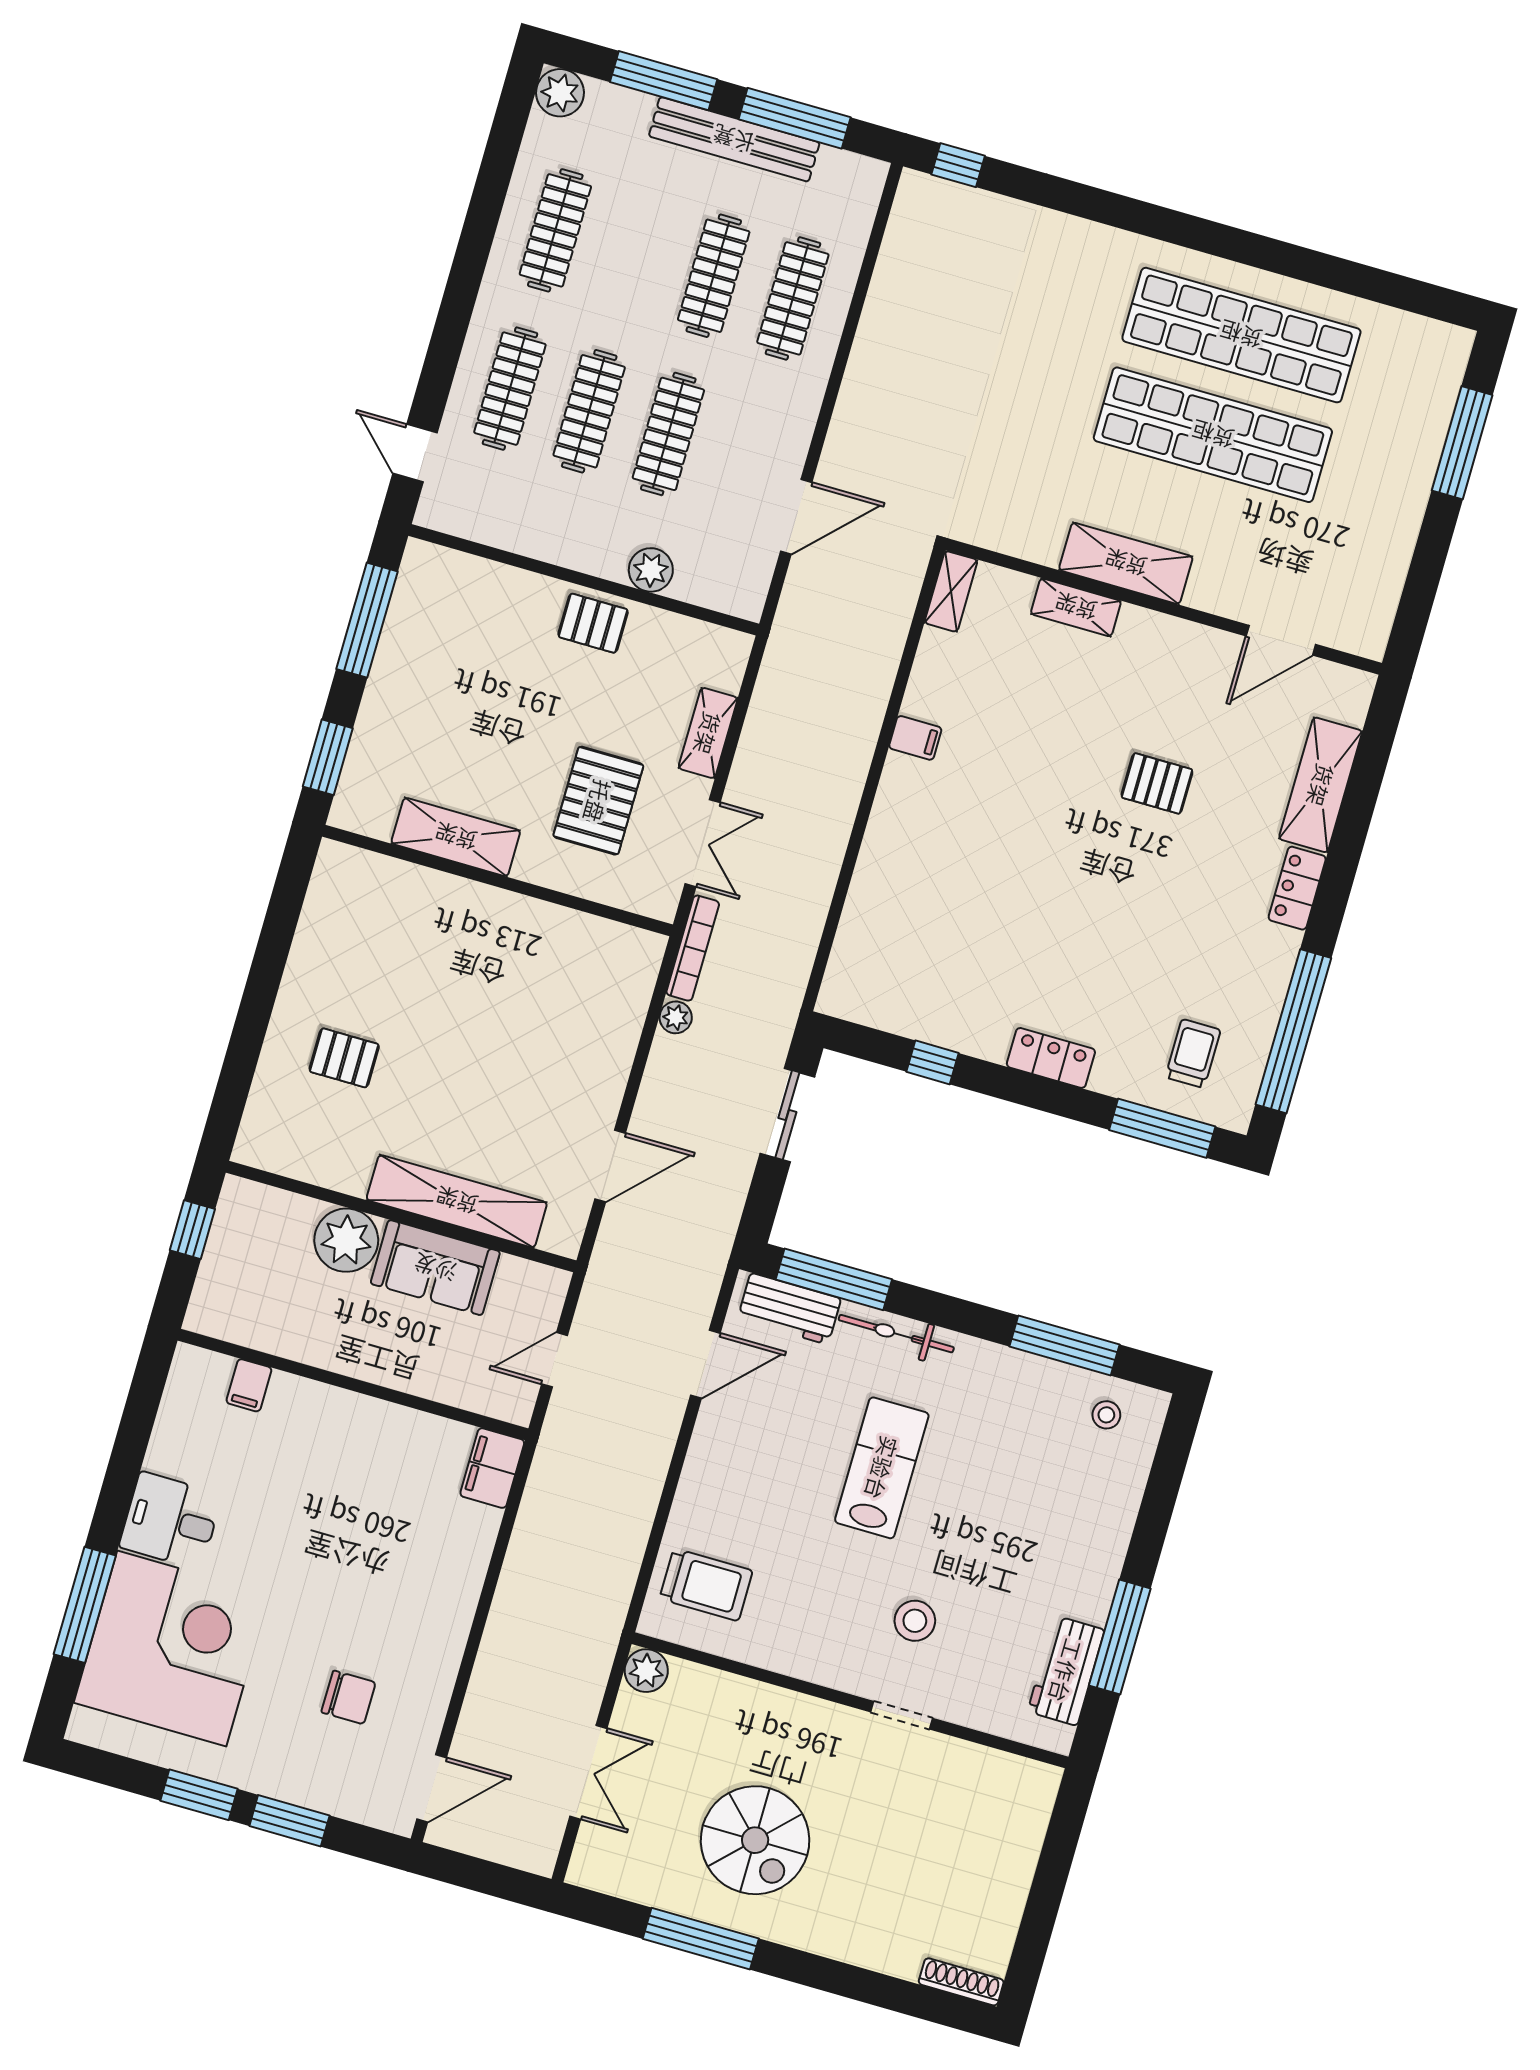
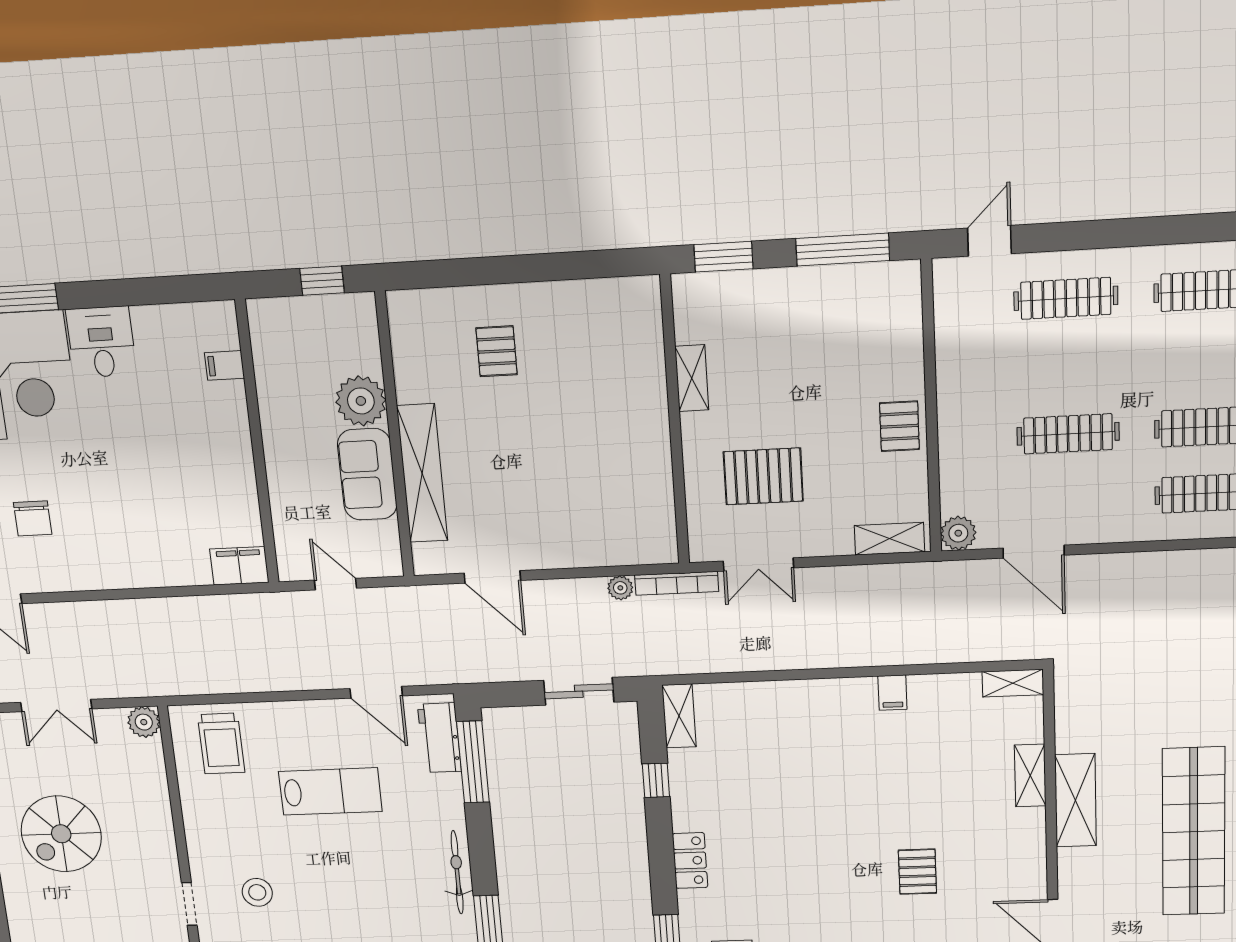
clothes rail: (589, 411) -> (1067, 367), removed
plant: (651, 570) -> (958, 533), moved
shelving: (708, 733) -> (889, 539), moved
shelving: (456, 837) -> (692, 378), width x0.67, depth x0.75
shelving: (859, 1005) -> (679, 716), added
bicycle: (896, 1334) -> (457, 872), moved
lab bench: (882, 1468) -> (330, 791), moved

